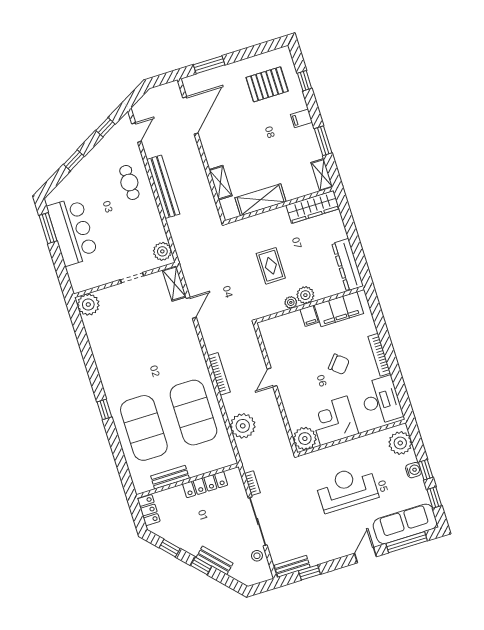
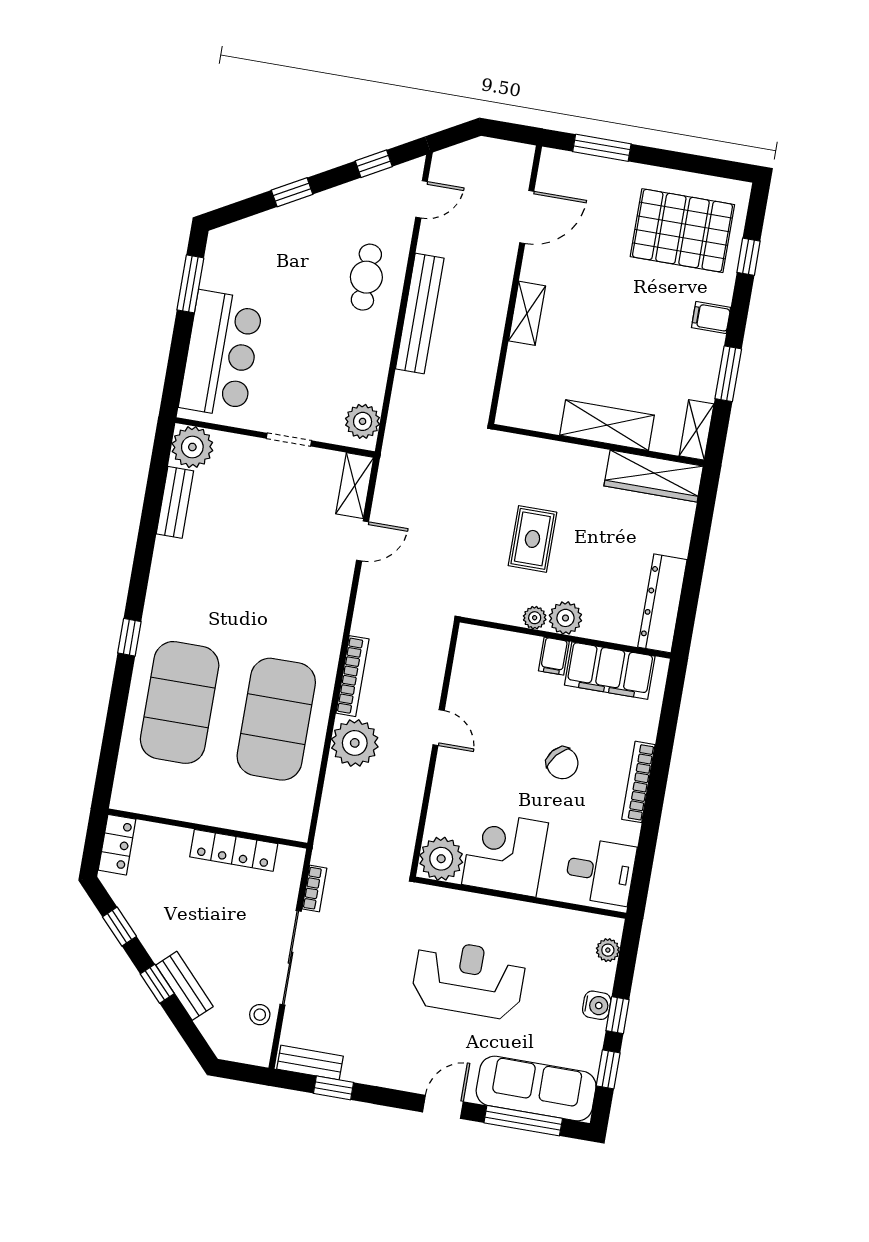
pallet: (267, 84) -> (682, 231), width x1.37, depth x1.41
door: (190, 115) -> (527, 217), width x0.73
shelving: (221, 183) -> (527, 313), moved
shelving: (261, 200) -> (607, 425), moved
bar counter: (72, 231) -> (221, 354), moved
door: (272, 377) -> (439, 728), swing flipped
desk: (381, 400) -> (600, 871), width x0.73
plant: (243, 426) -> (355, 743), moved
plant: (400, 443) -> (608, 950), width x0.53, depth x0.53
bench: (170, 477) -> (175, 502), moved, turned 90

